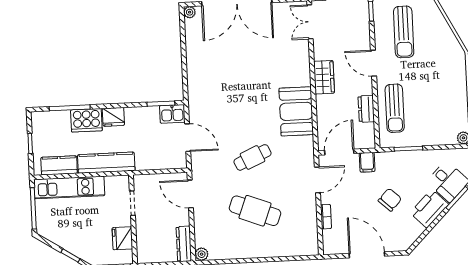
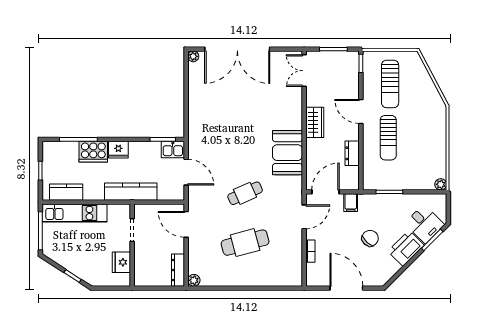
sun lounger: (395, 108) -> (388, 138), moved
kitchen counter: (106, 163) -> (131, 192), moved
cafe table: (255, 211) -> (245, 243), turned -36

